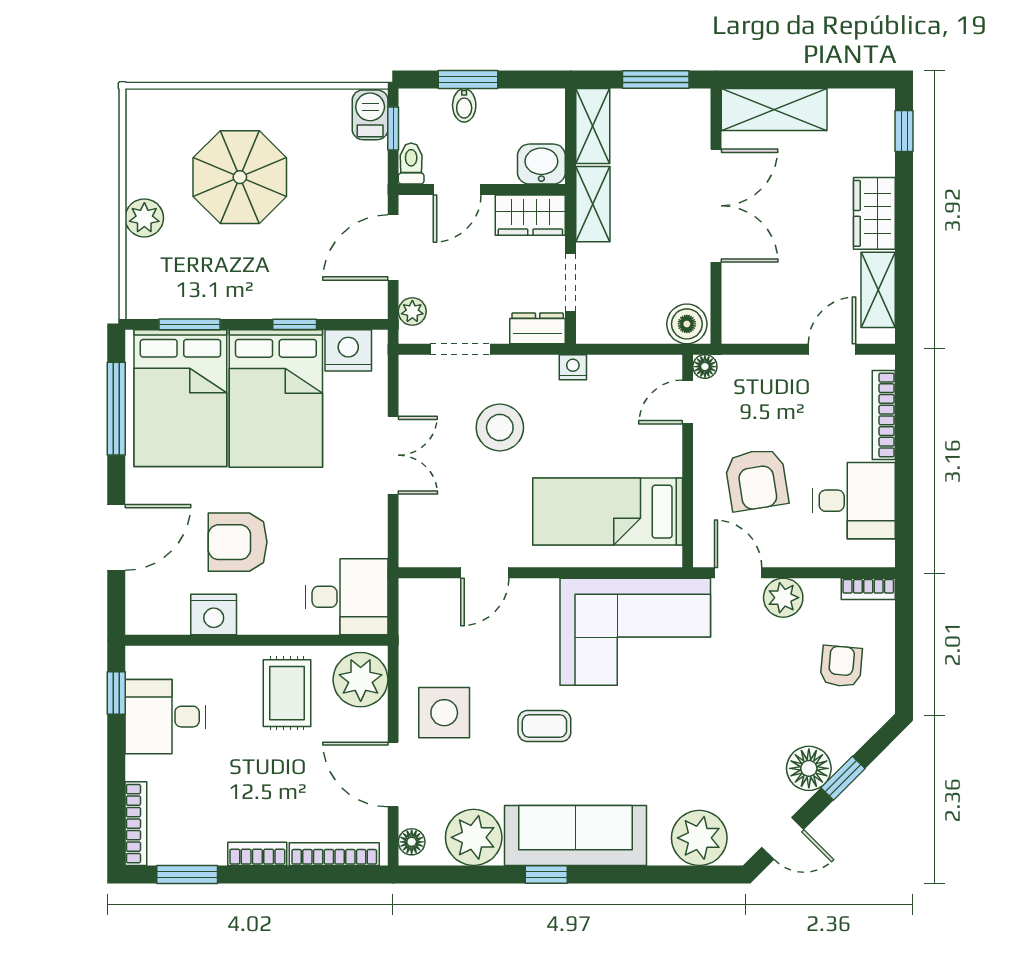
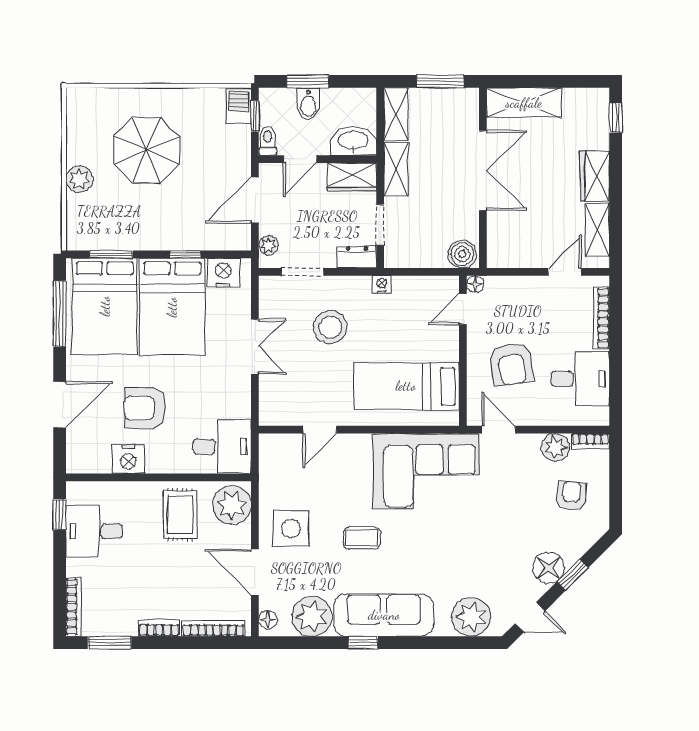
bidet: (464, 105) -> (308, 104), width x1.38, depth x1.36
washbasin: (541, 164) -> (353, 141), width x1.38
plant: (783, 598) -> (556, 447), moved

